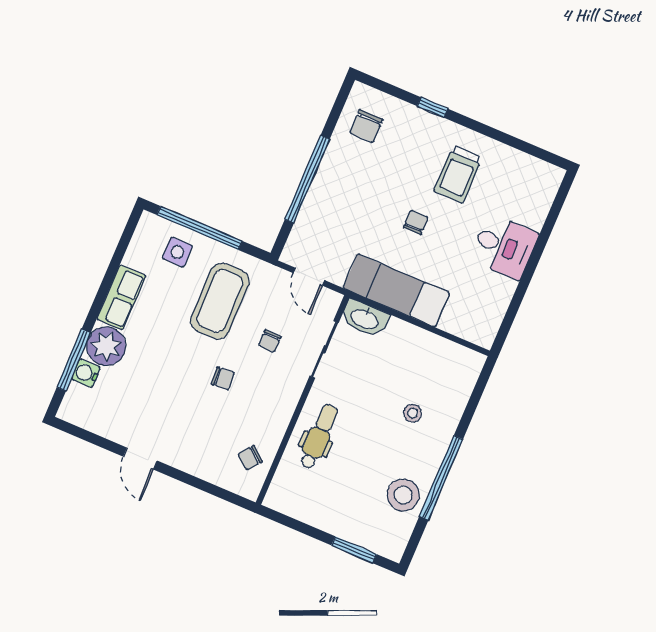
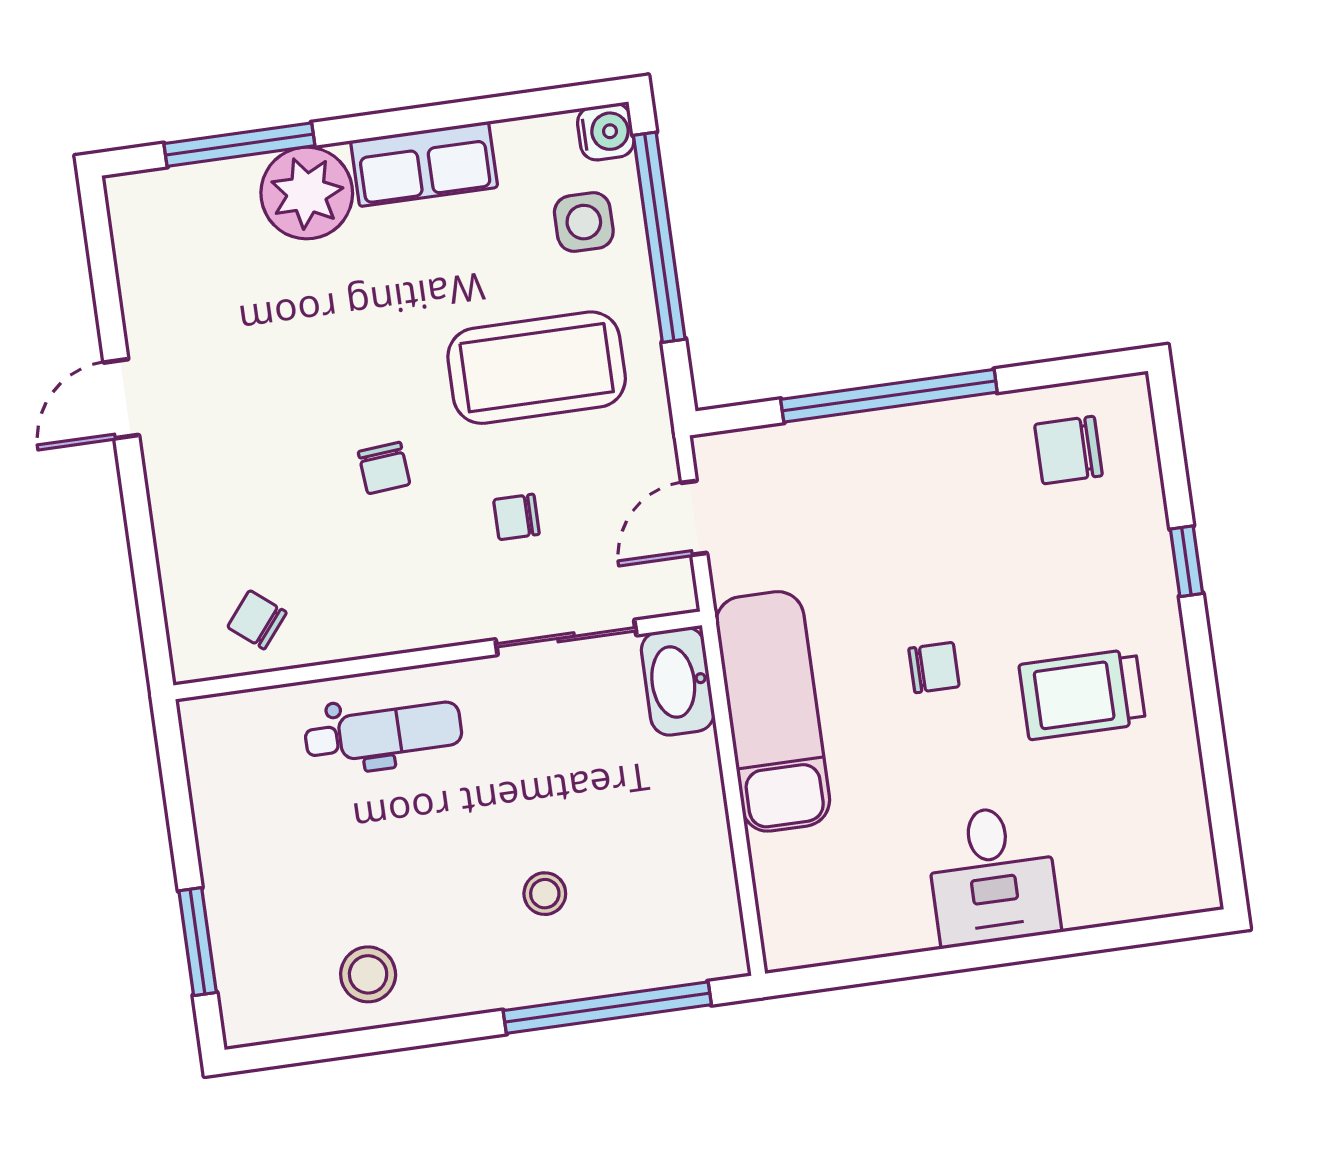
water cooler: (86, 373) -> (606, 132), moved, turned 90
window: (441, 478) -> (607, 1008), moved
stool: (403, 495) -> (368, 974), width x0.73, depth x0.73

